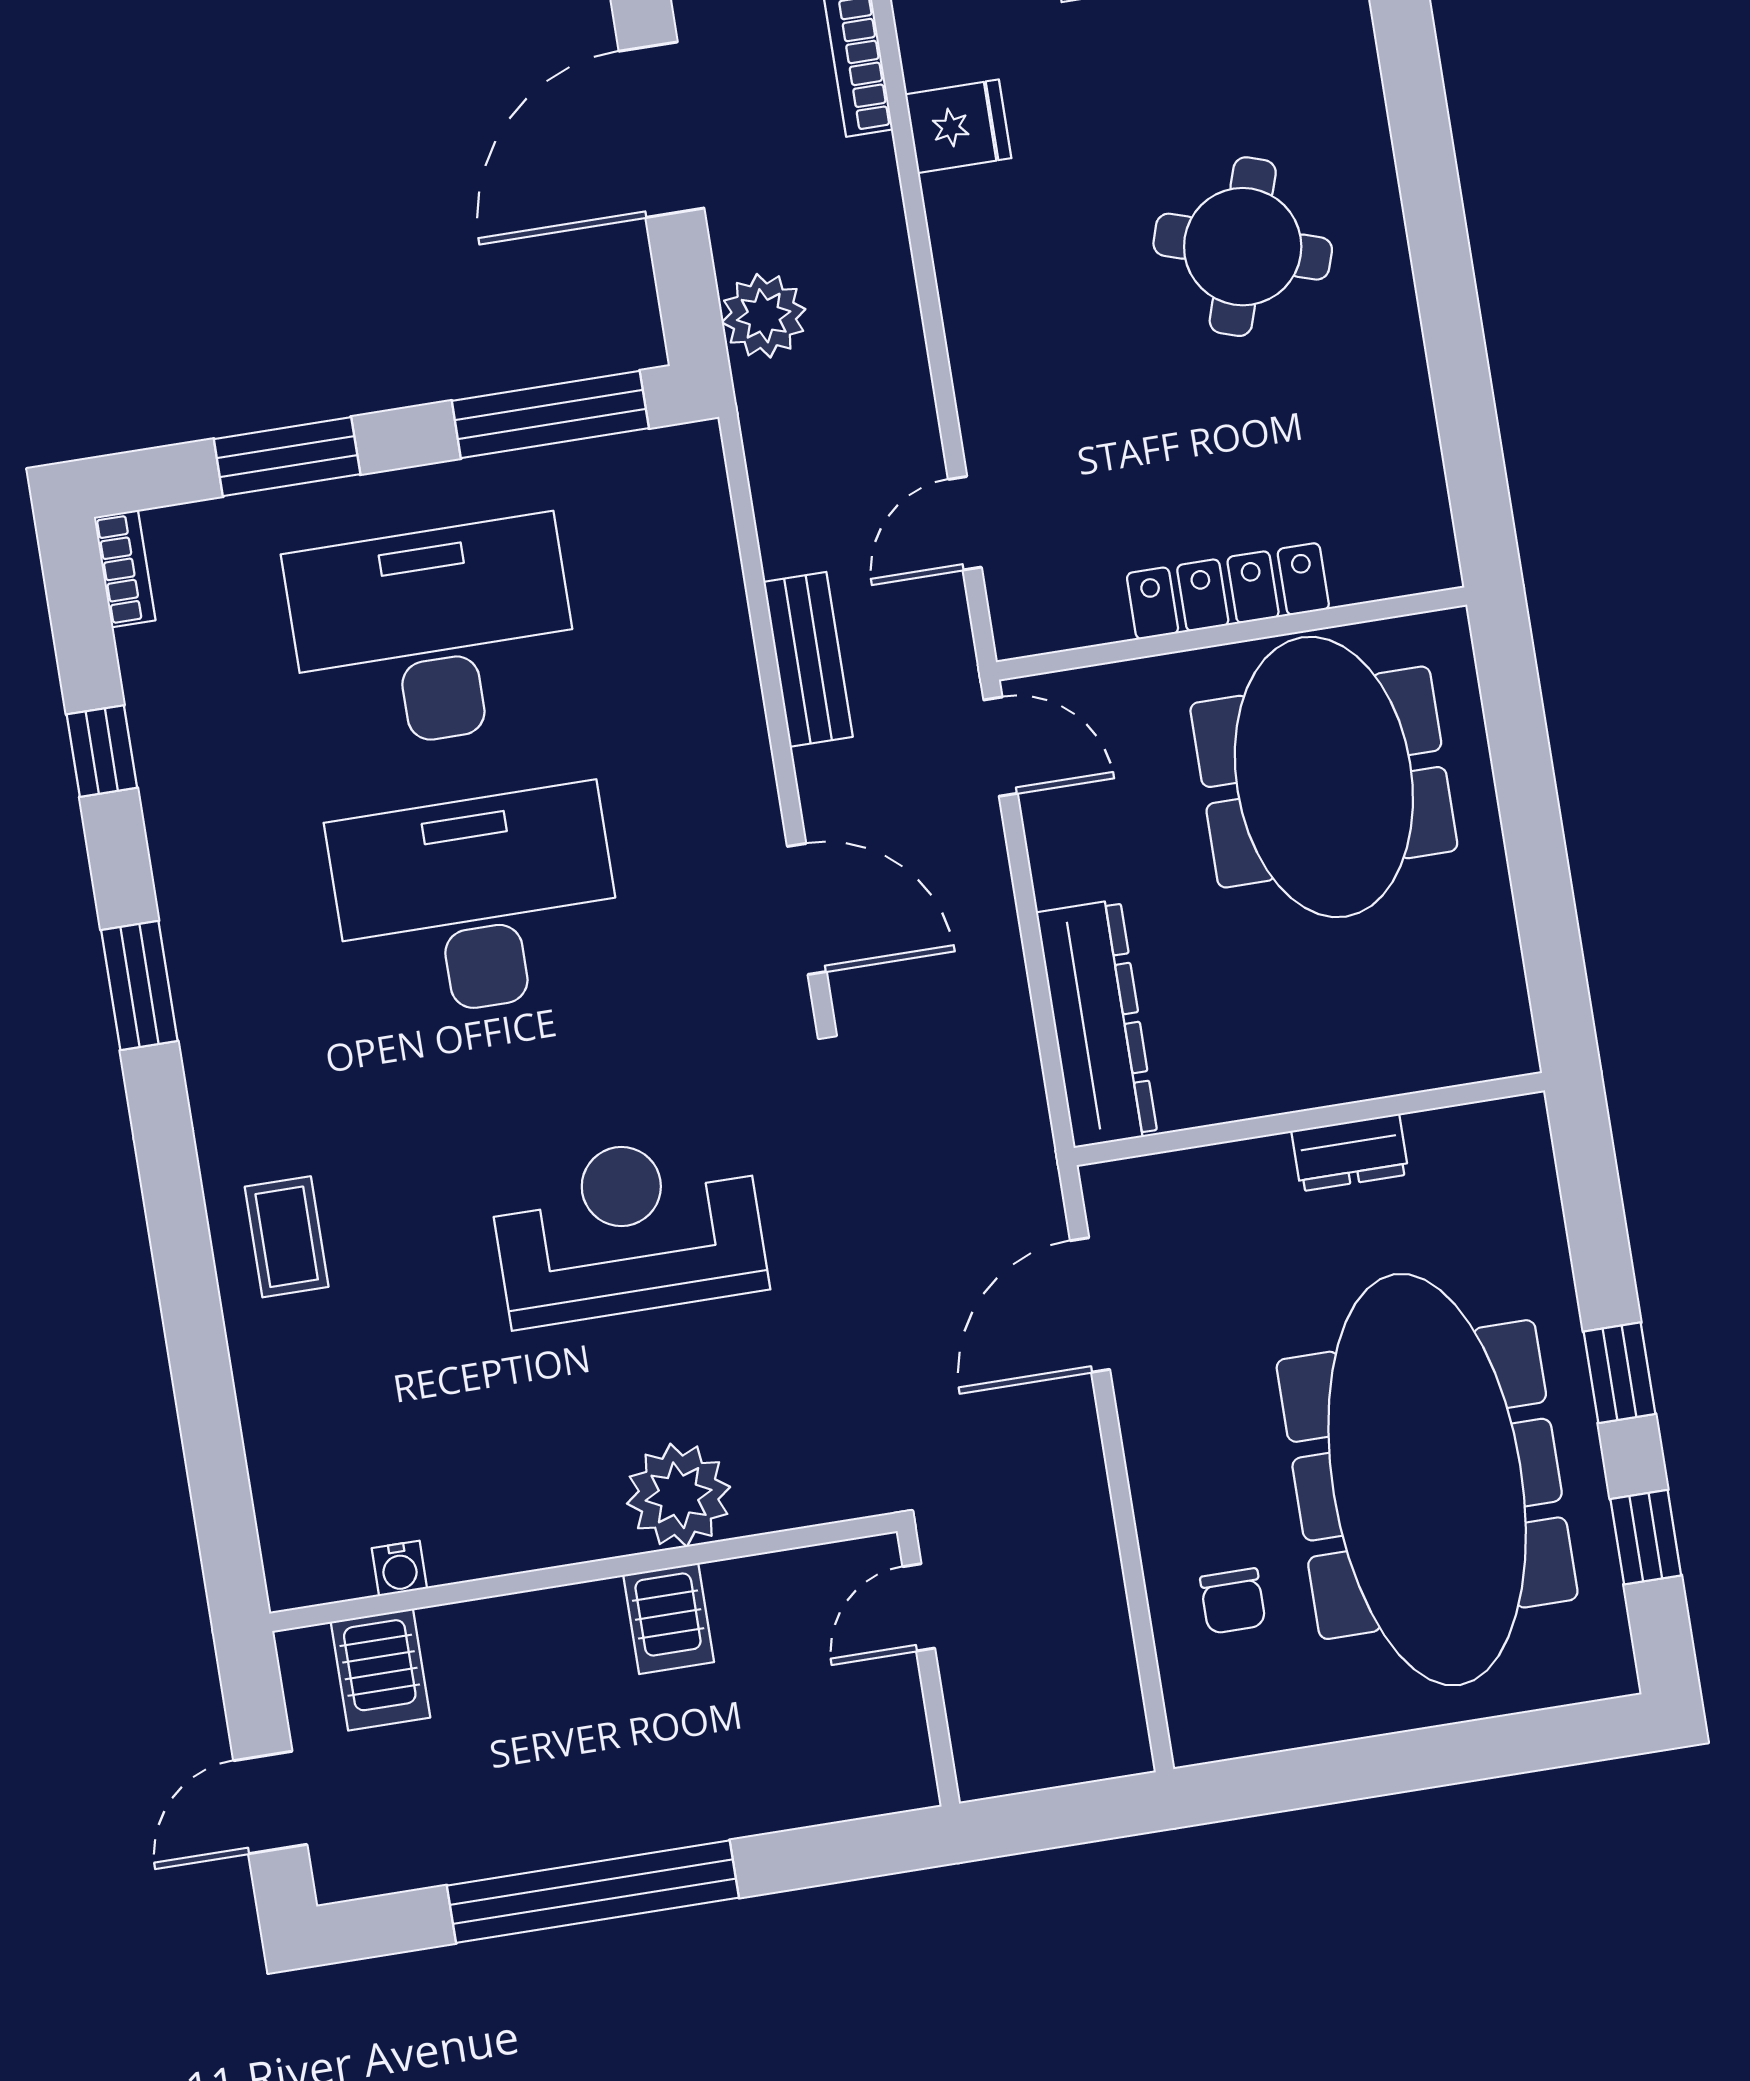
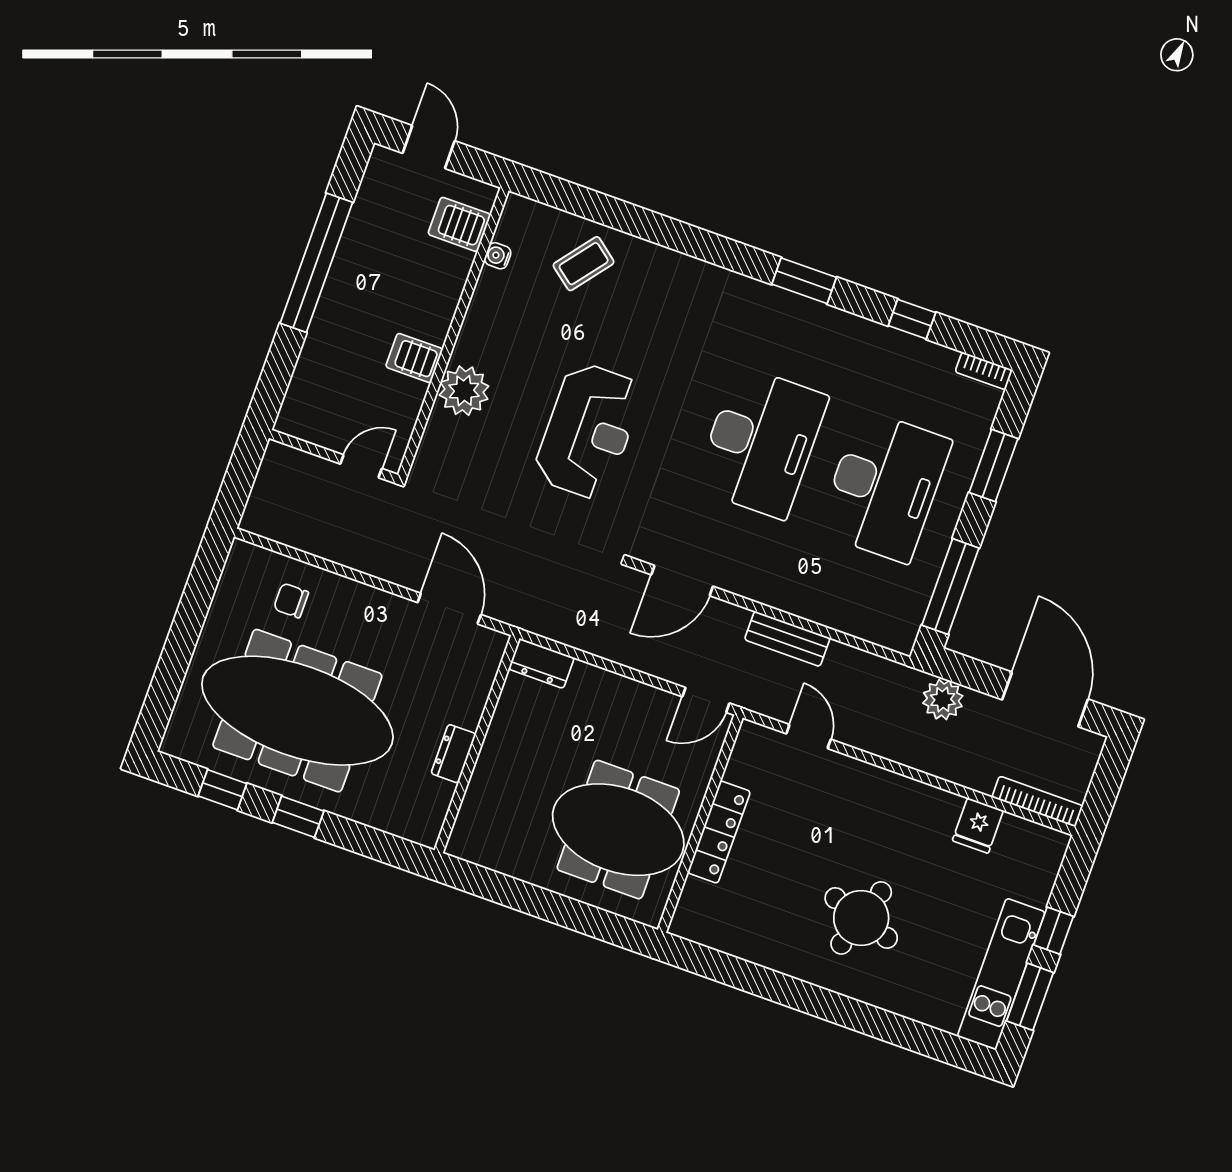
dresser: (1097, 1024) -> (541, 663), width x0.51, depth x0.80
coffee table: (287, 1237) -> (584, 264), moved, turned -52
door: (919, 1607) -> (361, 466), hinge flipped

